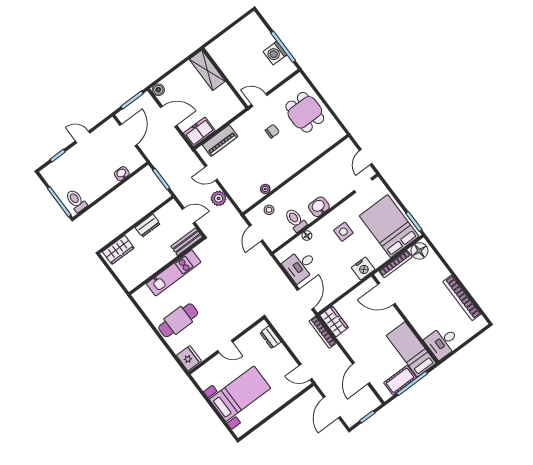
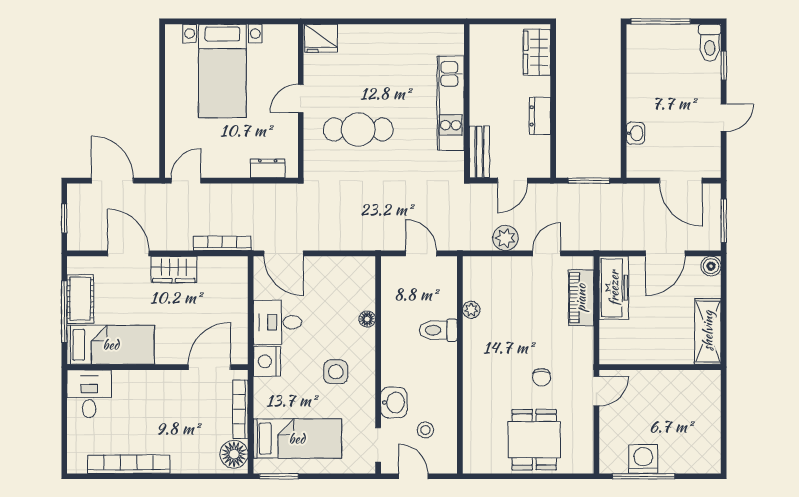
shelving: (207, 70) -> (708, 331), moved, turned 90
dining table: (305, 112) -> (534, 440), turned 90
freezer: (199, 132) -> (614, 288), width x1.40
toilet: (76, 201) -> (710, 43), moved, turned 90
washbasin: (319, 207) -> (394, 403), moved
stool: (269, 210) -> (425, 430), moved
toilet: (295, 220) -> (438, 330), moved, turned 180
bed: (389, 226) -> (297, 439), width x0.67
desk: (300, 266) -> (277, 322), moved, turned -90
cafe table: (178, 320) -> (358, 129), moved, turned 90
wardrobe: (334, 321) -> (174, 269), moved

